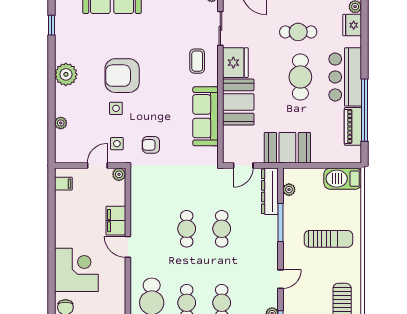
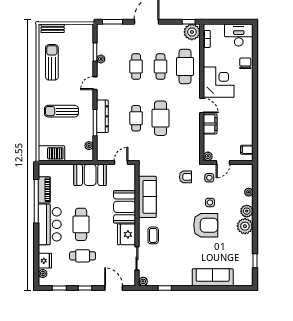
plant: (63, 96) -> (247, 211), added
dresser: (270, 191) -> (102, 116), moved
cafe table: (187, 229) -> (161, 118), width x1.37, depth x1.35
corner desk: (76, 270) -> (219, 82), moved, turned 180

